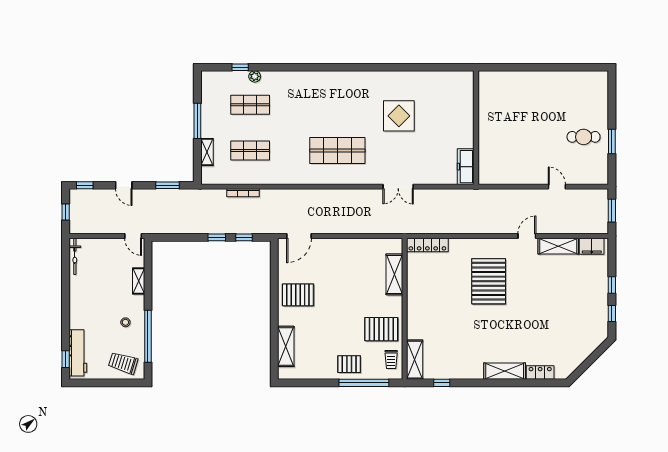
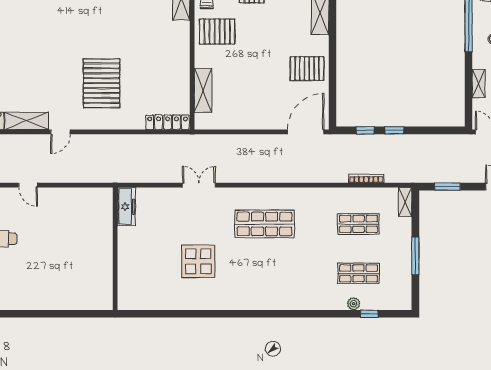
shelving: (207, 152) -> (405, 202), moved
door: (299, 236) -> (306, 132), width x1.36

